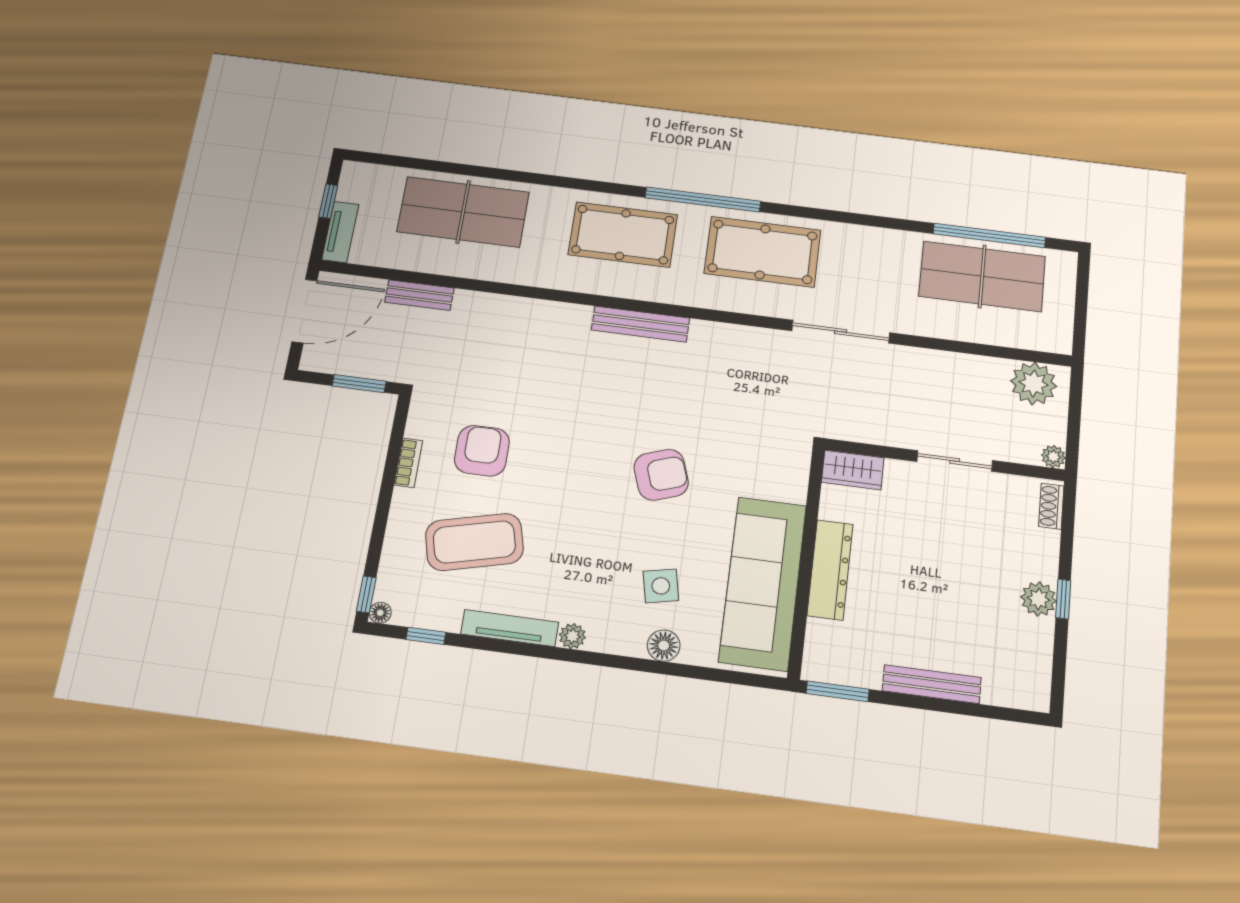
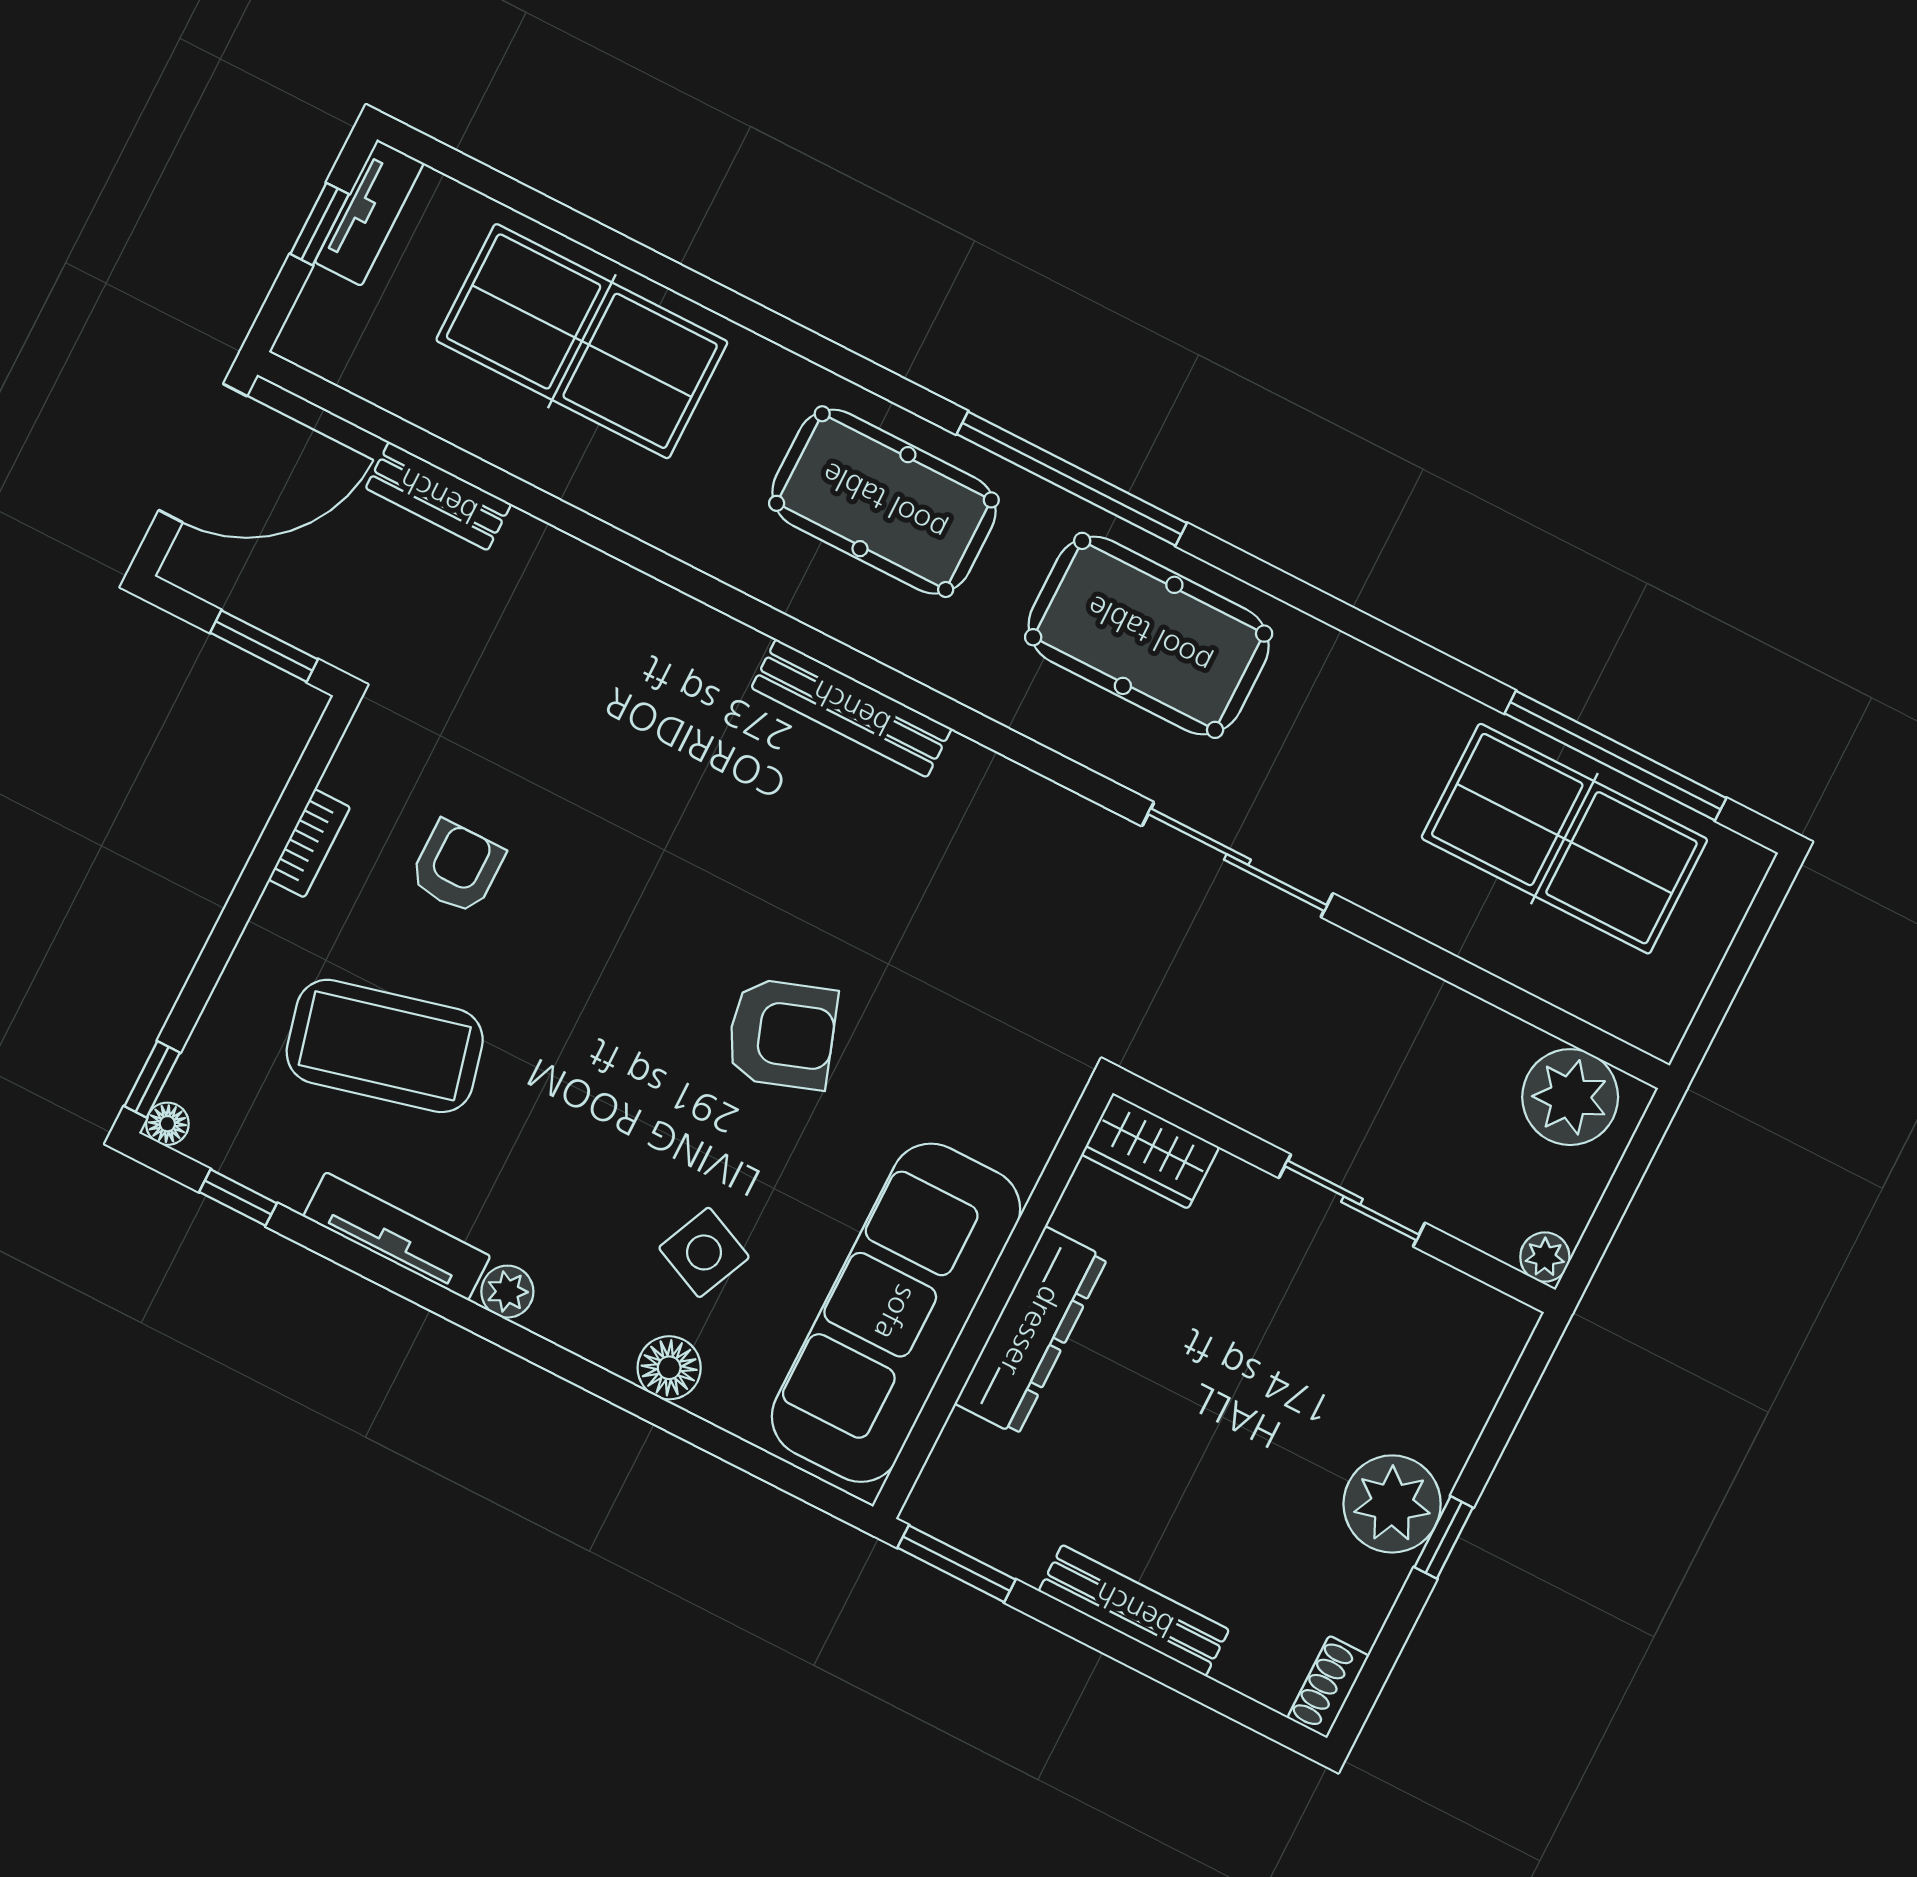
tv unit: (340, 232) -> (369, 213), moved
armchair: (482, 451) -> (457, 867), width x0.72, depth x0.72
shoe rack: (1051, 506) -> (1328, 1687), moved
side table: (661, 586) -> (704, 1252), turned 36
plant: (1039, 599) -> (1392, 1504), width x1.36, depth x1.36

